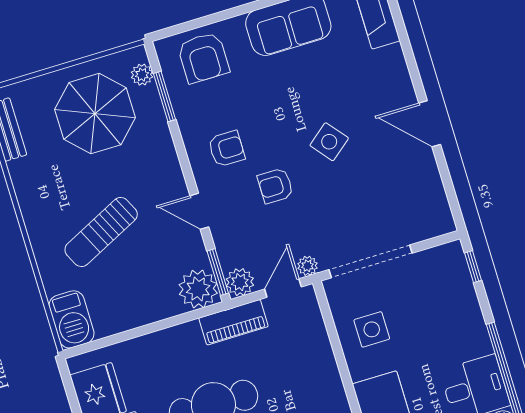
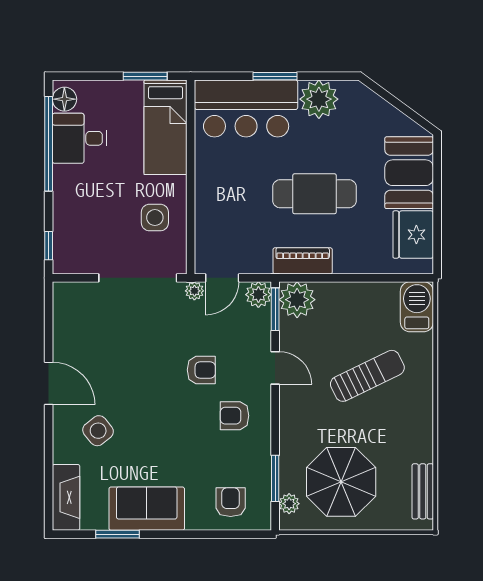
armchair: (203, 58) -> (231, 502), width x0.72, depth x0.72
side table: (329, 142) -> (98, 431), moved
piano: (233, 322) -> (303, 261), moved

